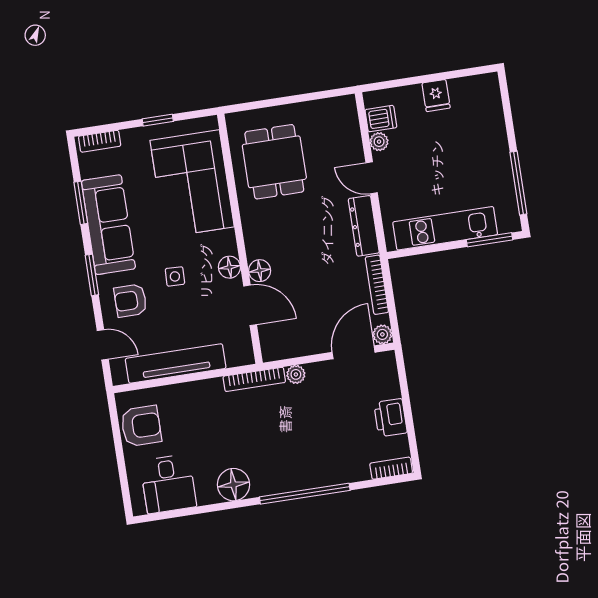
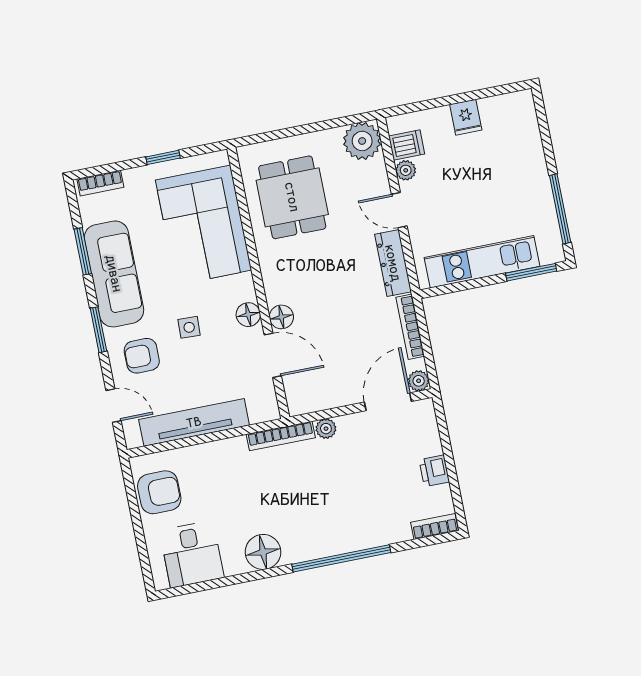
plant: (340, 113) -> (362, 141), added
printer: (390, 418) -> (434, 471), width x0.73, depth x0.81

